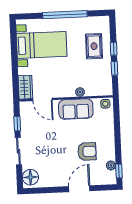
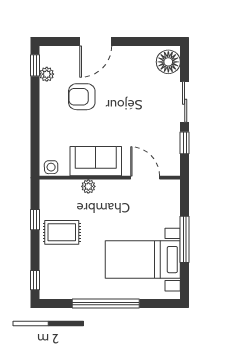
rug: (94, 46) -> (62, 232), moved, turned 90
window: (114, 49) -> (35, 280), moved
window: (14, 60) -> (185, 239), added
wardrobe: (25, 87) -> (170, 197), removed

